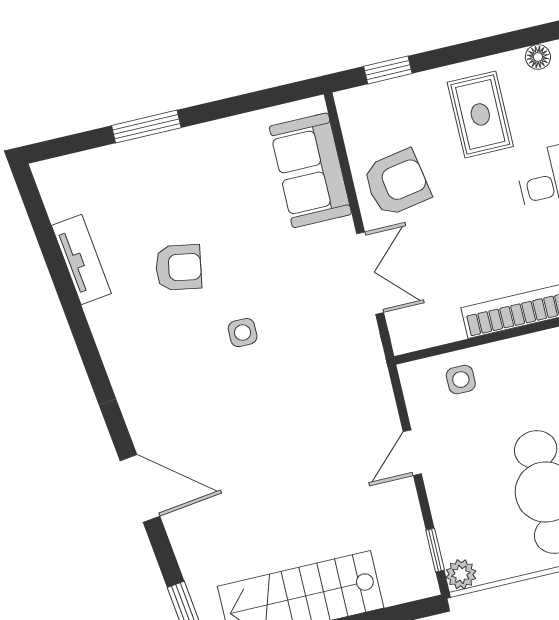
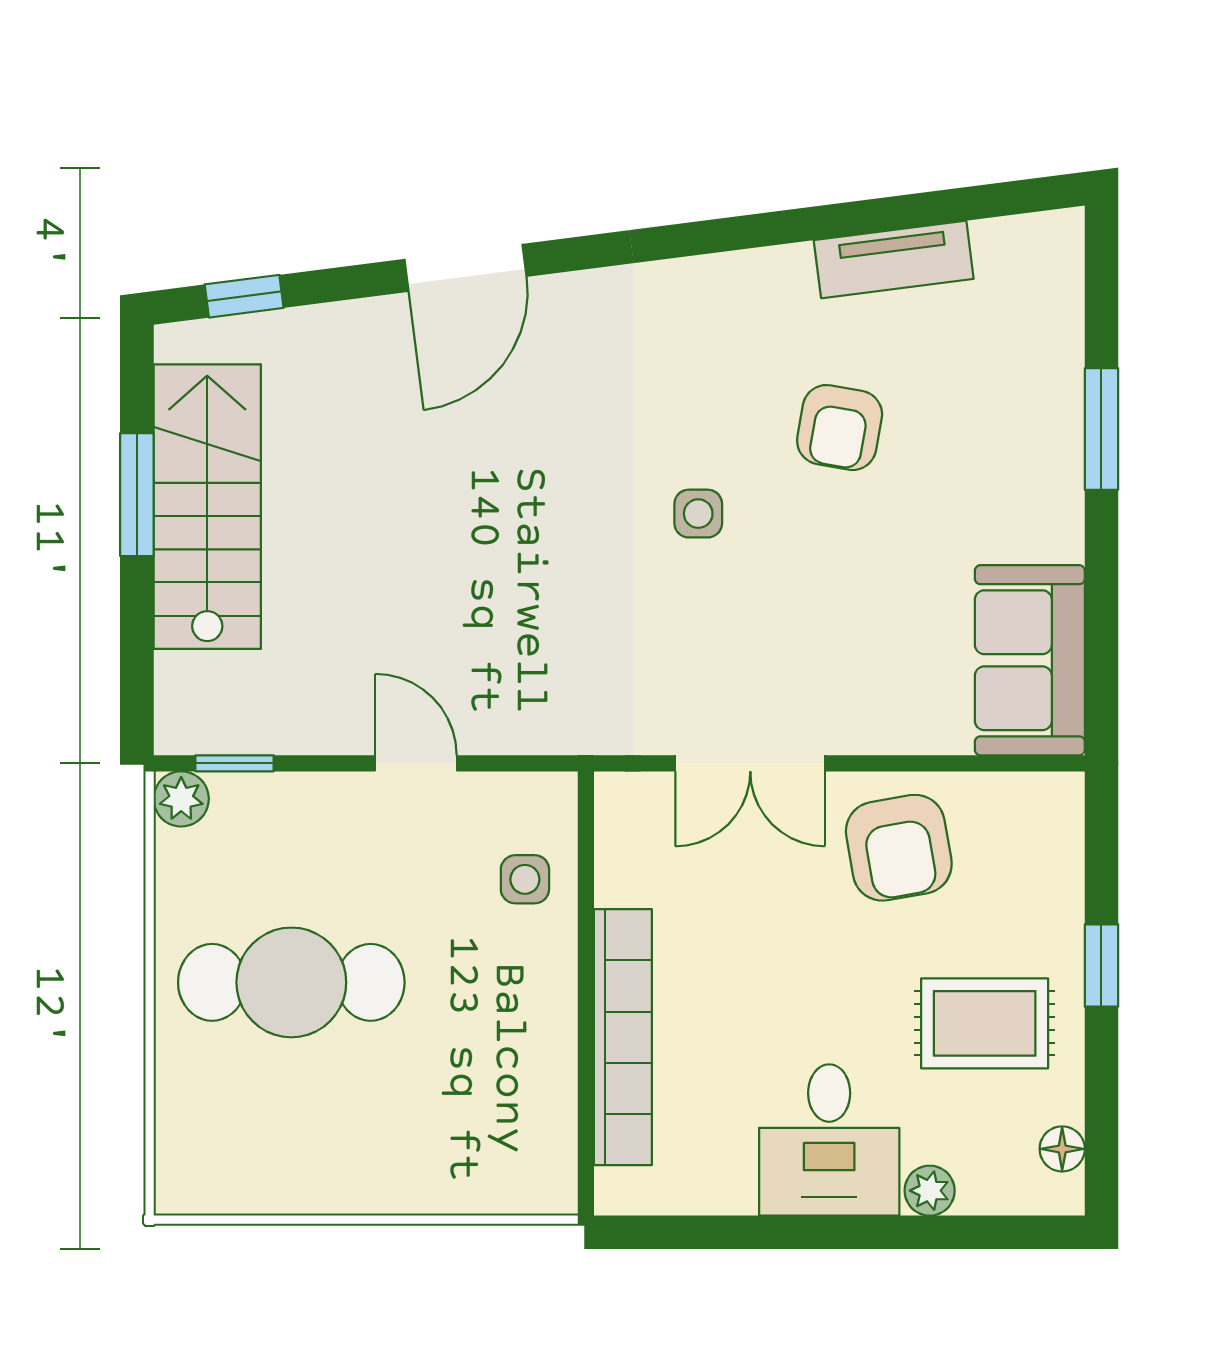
window: (388, 70) -> (1101, 966), moved
sofa: (310, 170) -> (1030, 660), moved, turned -90

